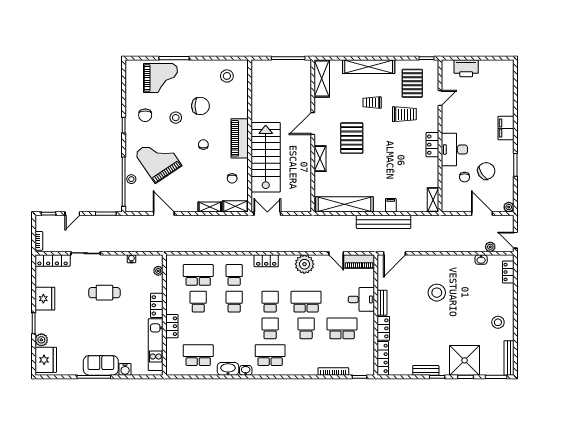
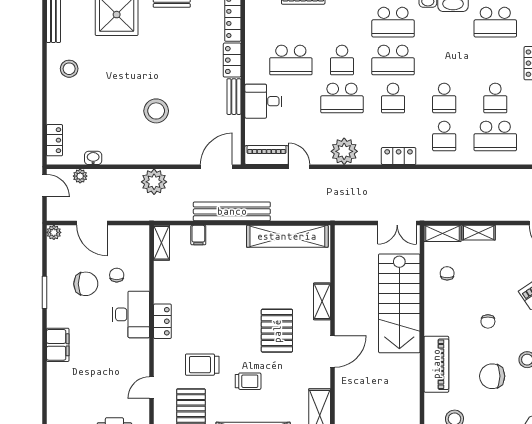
piano: (240, 138) -> (436, 364), moved
chair: (486, 171) -> (86, 284), turned -145
filing cabinet: (391, 205) -> (198, 235), moved
plant: (438, 243) -> (154, 182), added
school desk: (270, 328) -> (393, 60), width x1.85

